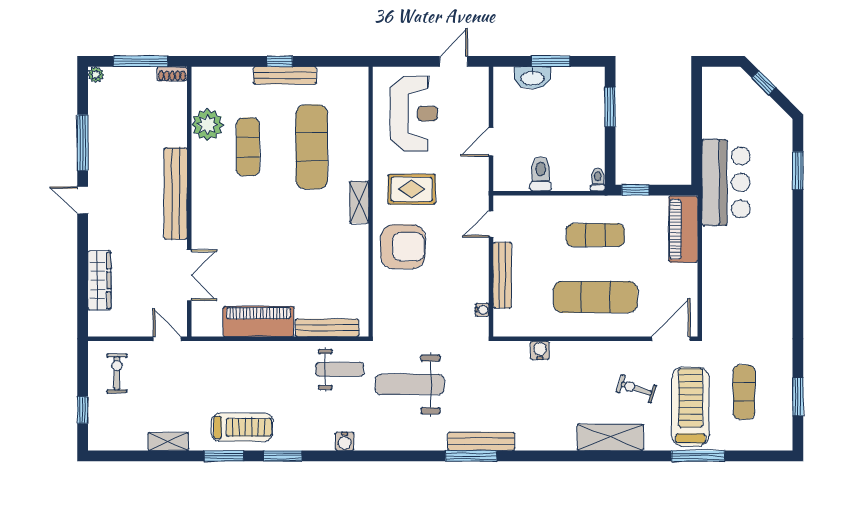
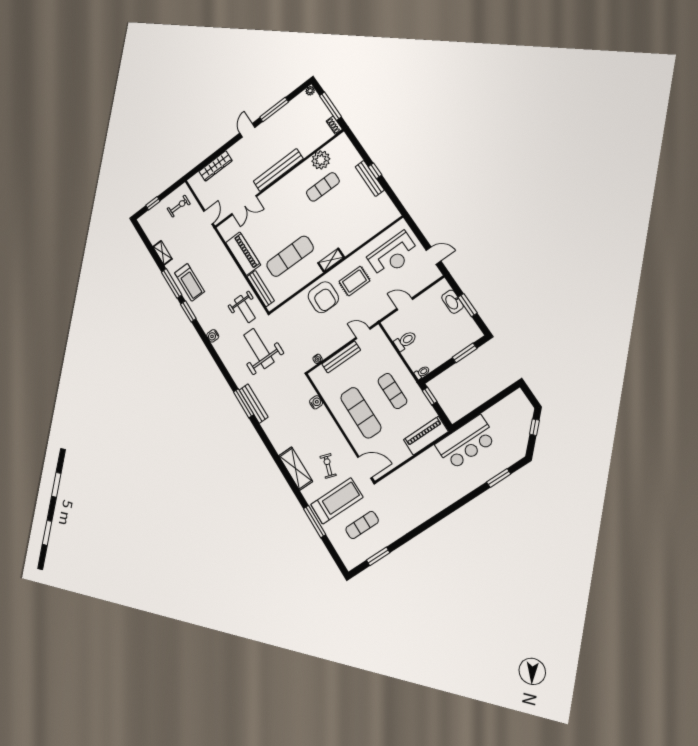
exercise mat: (312, 147) -> (290, 256), moved
rug: (412, 189) -> (354, 281), turned 90
window: (224, 456) -> (172, 283), width x1.44

